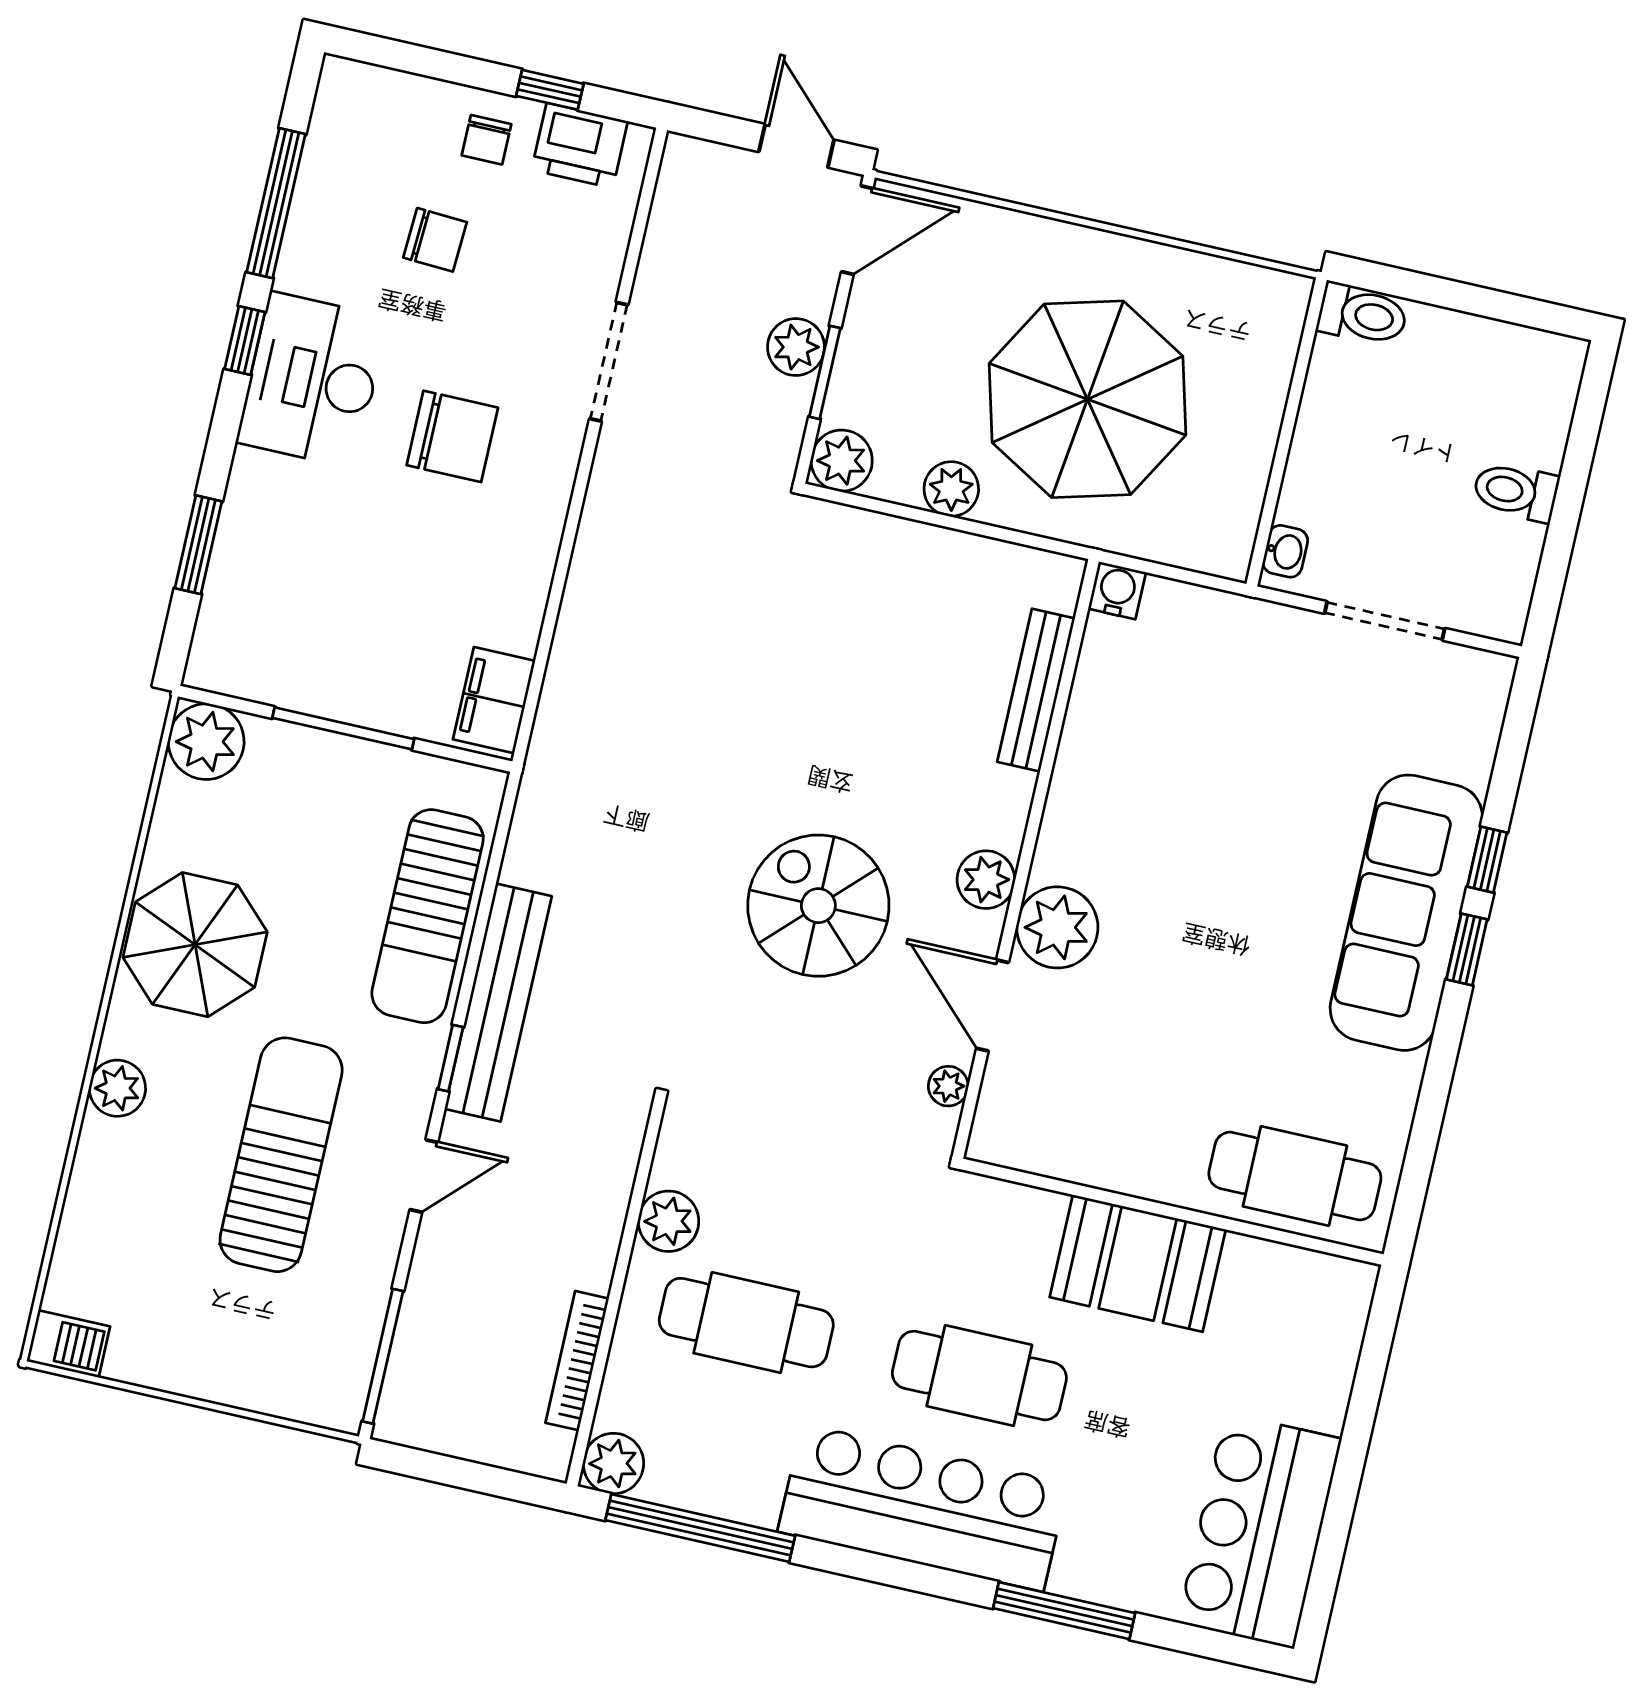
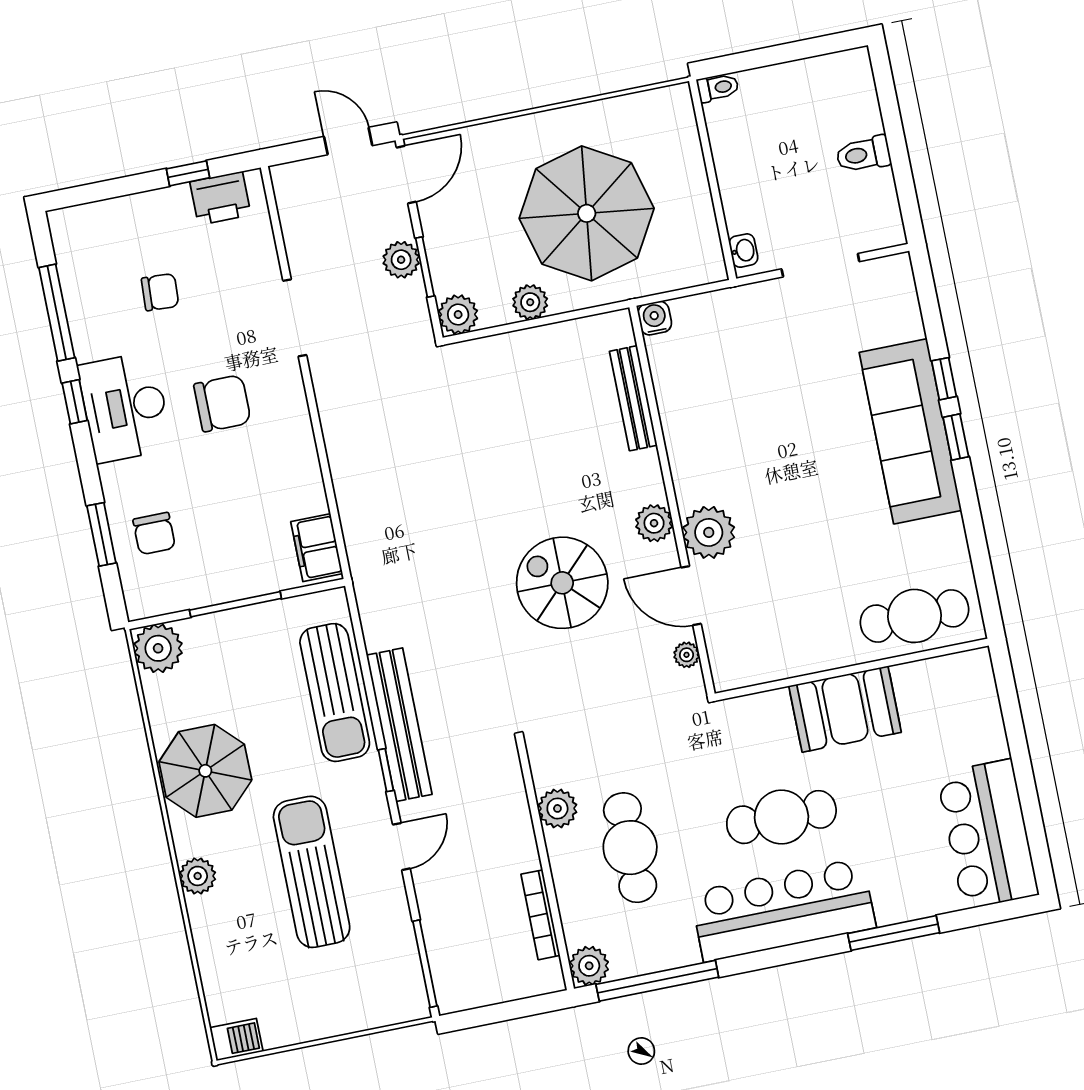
chair: (487, 140) -> (154, 534), moved, width x1.37, depth x1.37
toilet: (1362, 315) -> (718, 88), width x0.73, depth x0.72
cafe table: (746, 1323) -> (630, 848), turned 90

